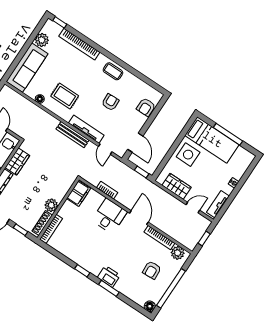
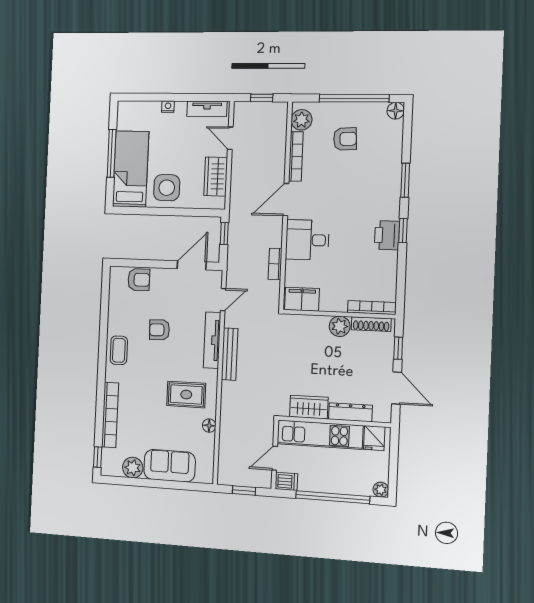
sofa: (27, 68) -> (170, 466), width x0.73
rug: (65, 96) -> (186, 395), turned 90
printer: (109, 276) -> (387, 235), moved

